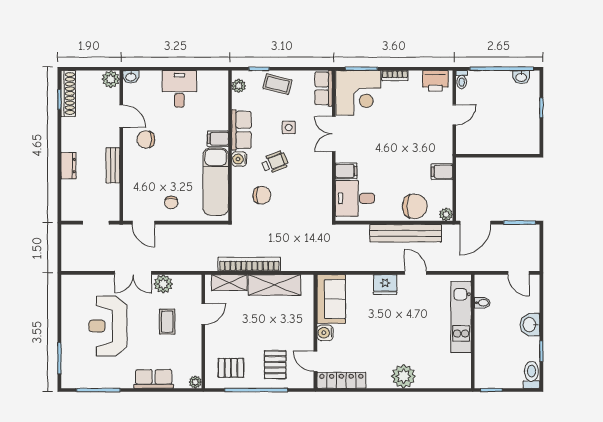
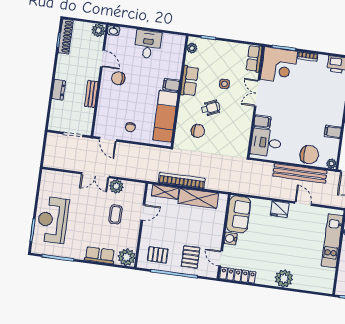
coffee table: (277, 84) -> (221, 51), removed
water cooler: (239, 159) -> (185, 102), removed
reception desk: (108, 326) -> (53, 220), moved
plant: (195, 382) -> (127, 257), width x1.87, depth x1.87

